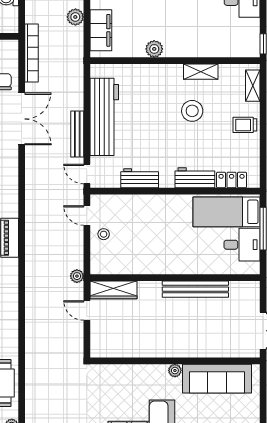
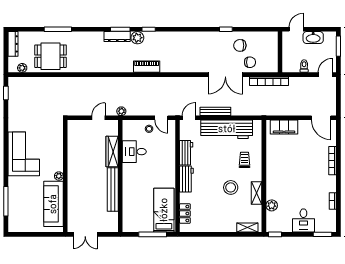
plant: (75, 17) -> (293, 110), removed
plant: (154, 49) -> (272, 205), moved
trolley: (245, 125) -> (244, 160), moved
workbench: (195, 178) -> (186, 179), moved
door: (87, 216) -> (161, 118), swing flipped
desk: (242, 245) -> (134, 152), moved, turned 90
wardrobe: (113, 290) -> (112, 151), moved

